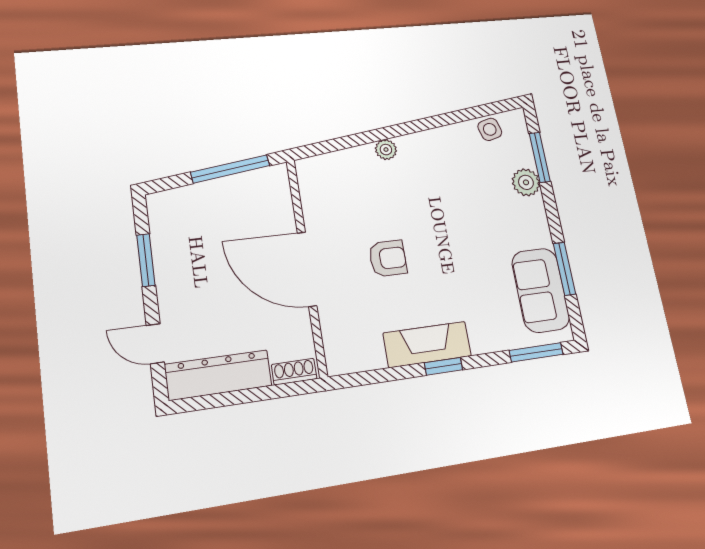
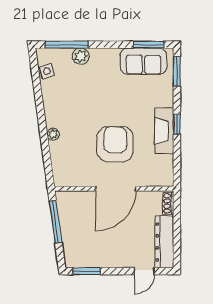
window: (540, 157) -> (67, 45), width x1.44
armchair: (388, 258) -> (115, 144), width x1.88, depth x1.88
window: (146, 260) -> (87, 271), moved
window: (564, 269) -> (148, 45), moved

